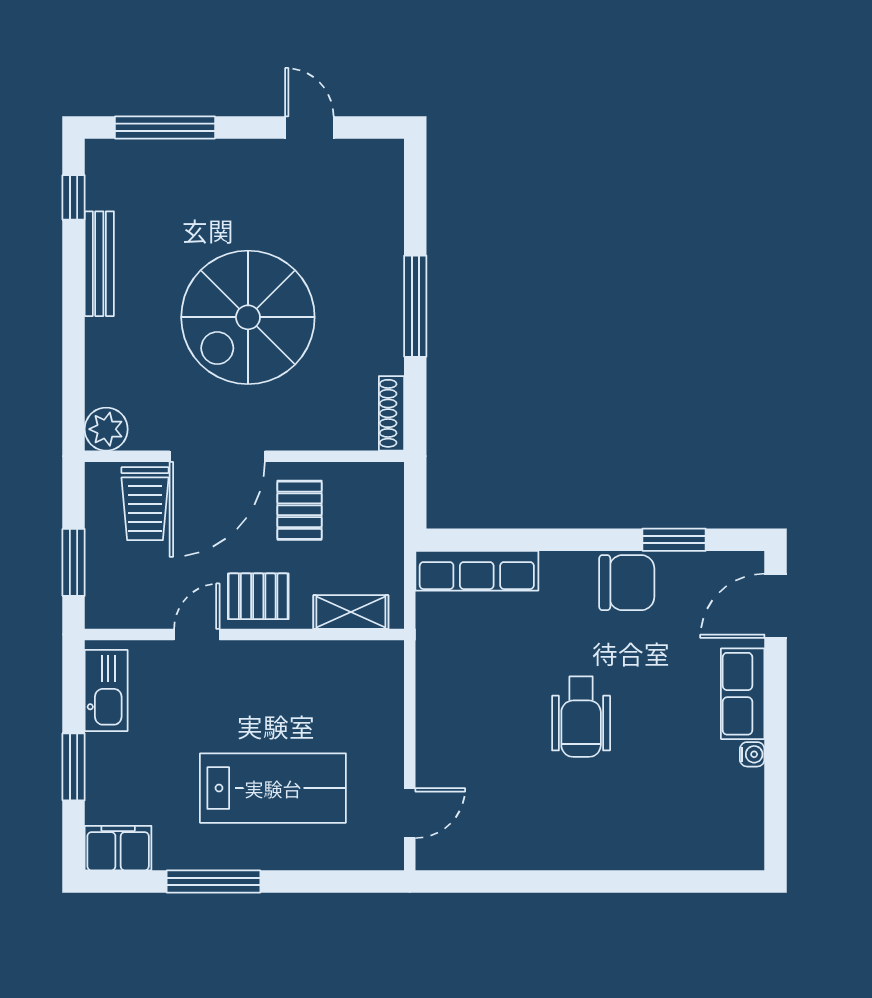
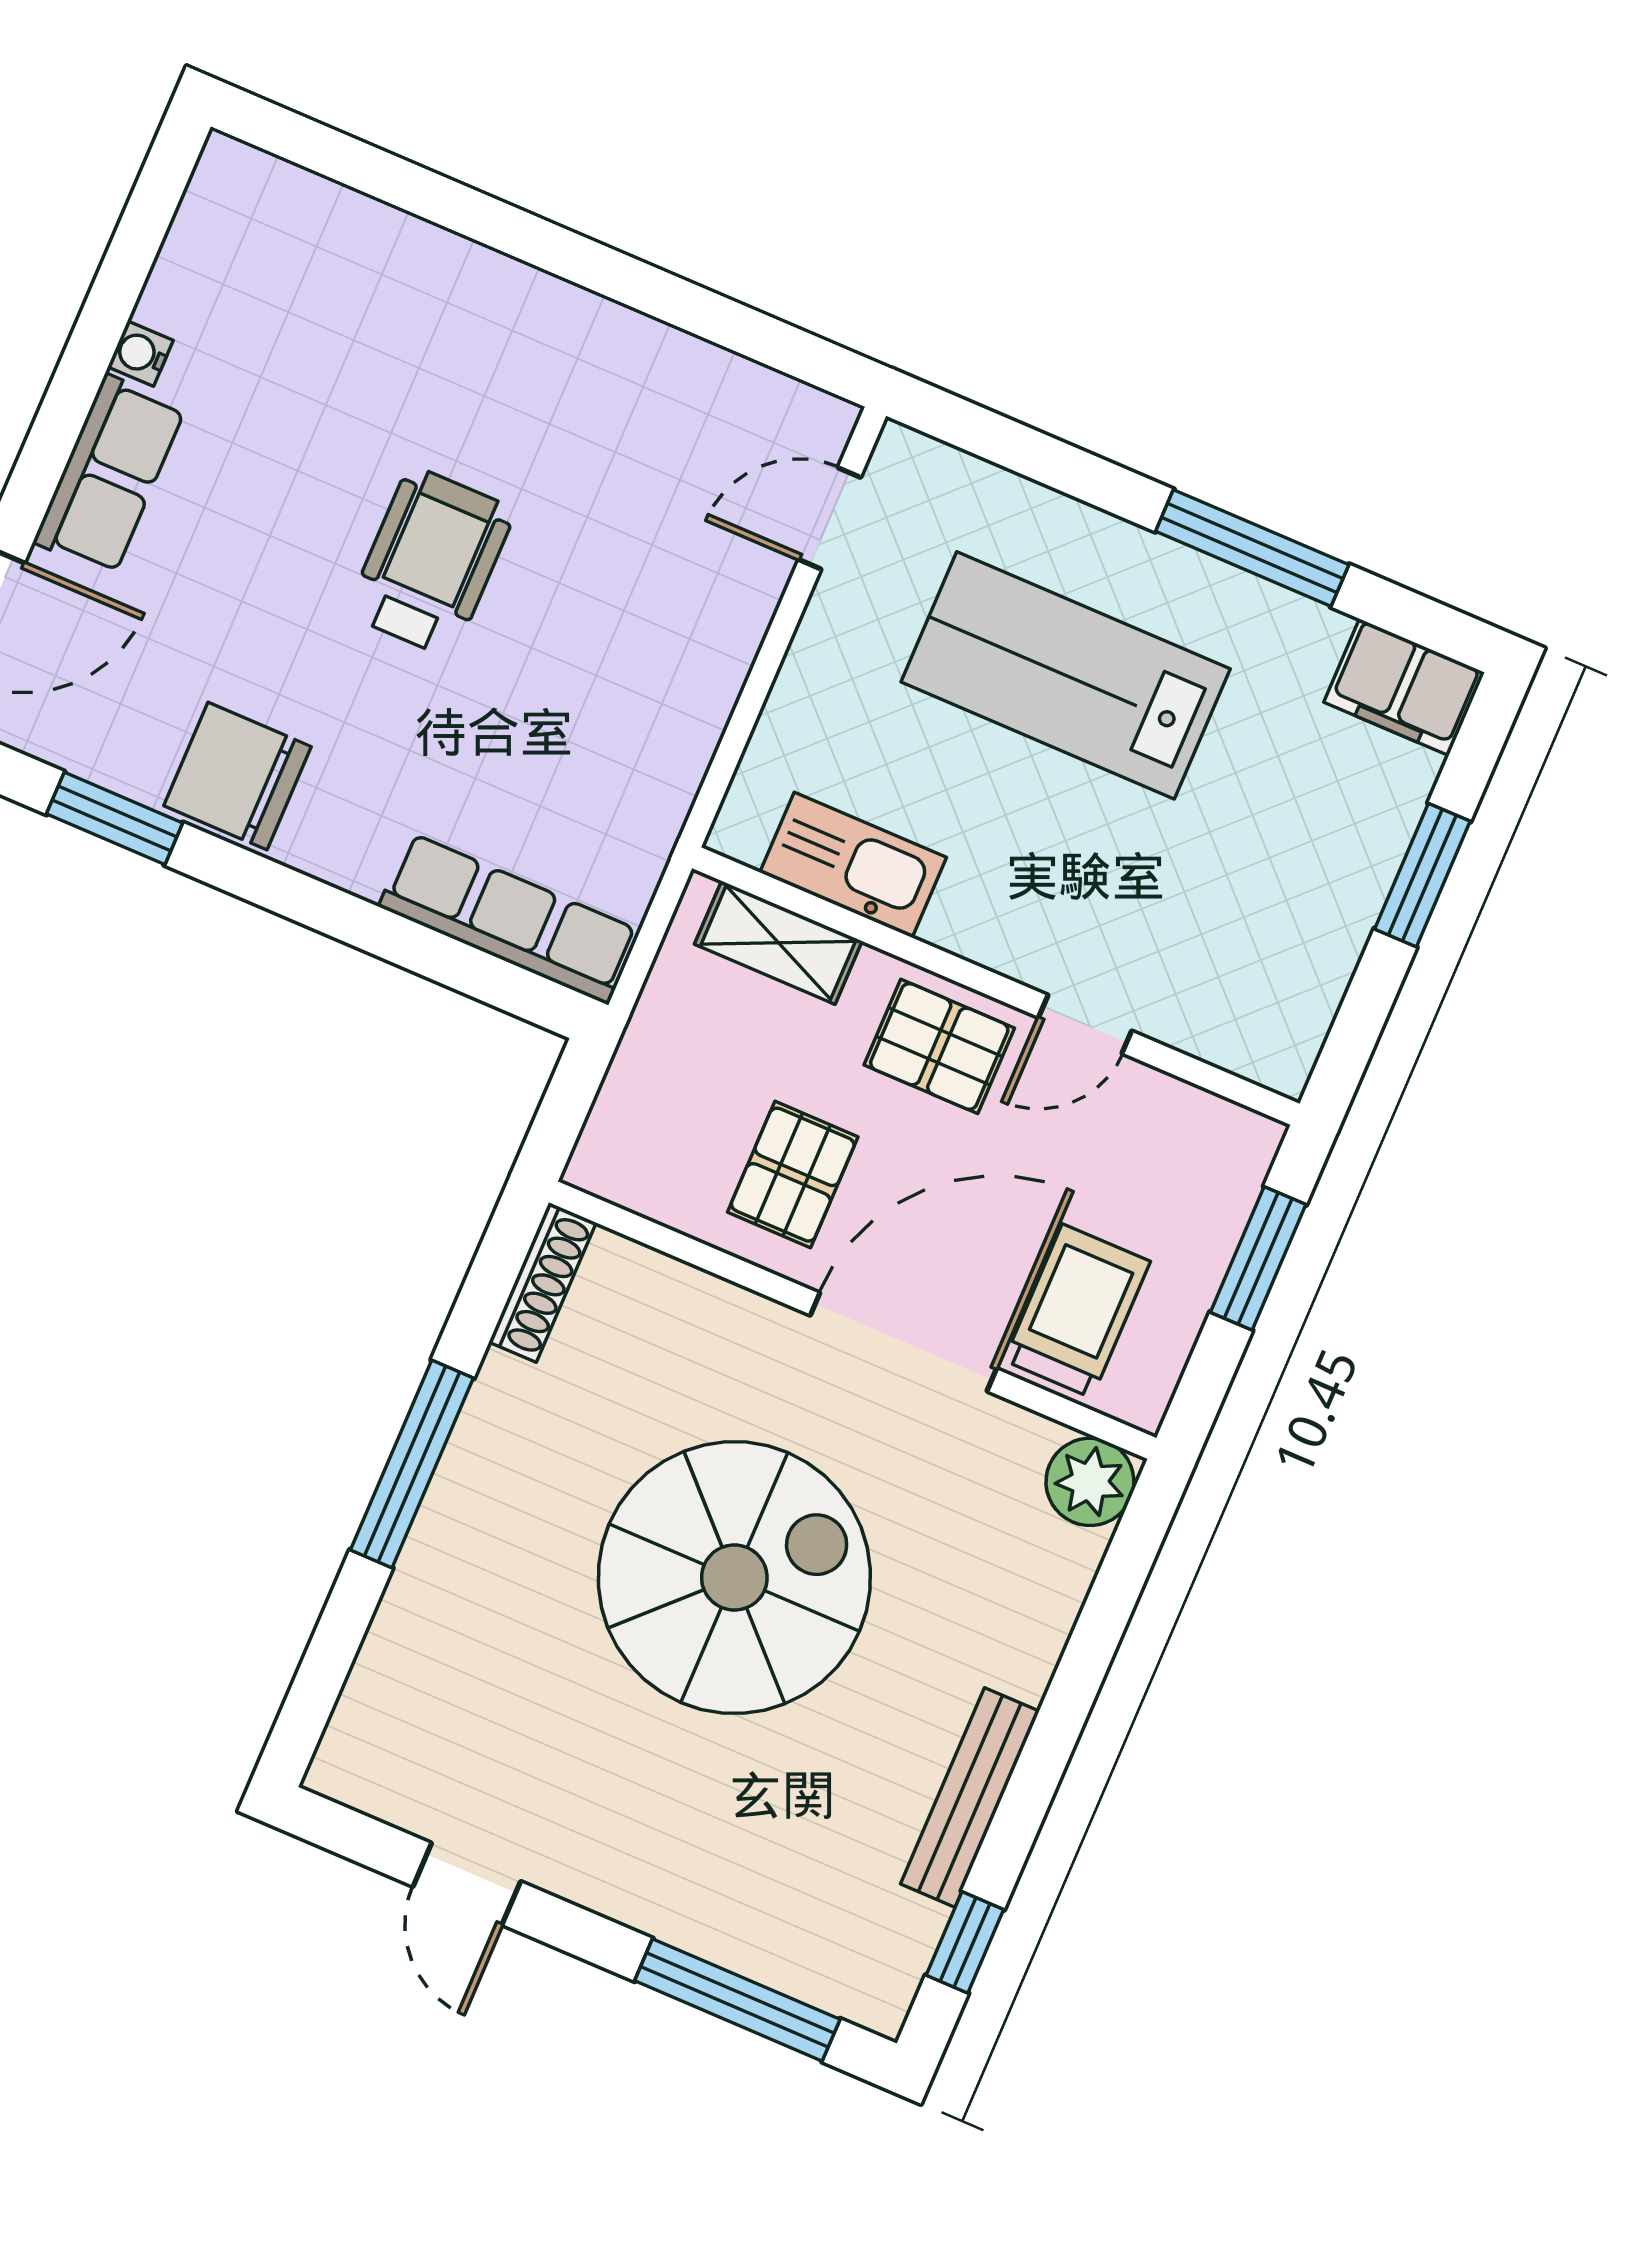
kitchen sink: (106, 691) -> (853, 865), moved, turned 90

